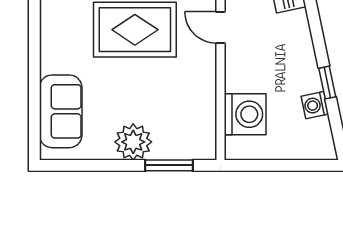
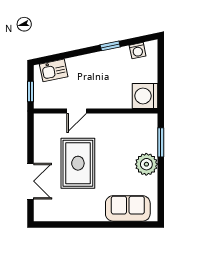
washing machine: (315, 105) -> (138, 51), moved
washing machine: (245, 114) -> (145, 96), moved, turned -90

